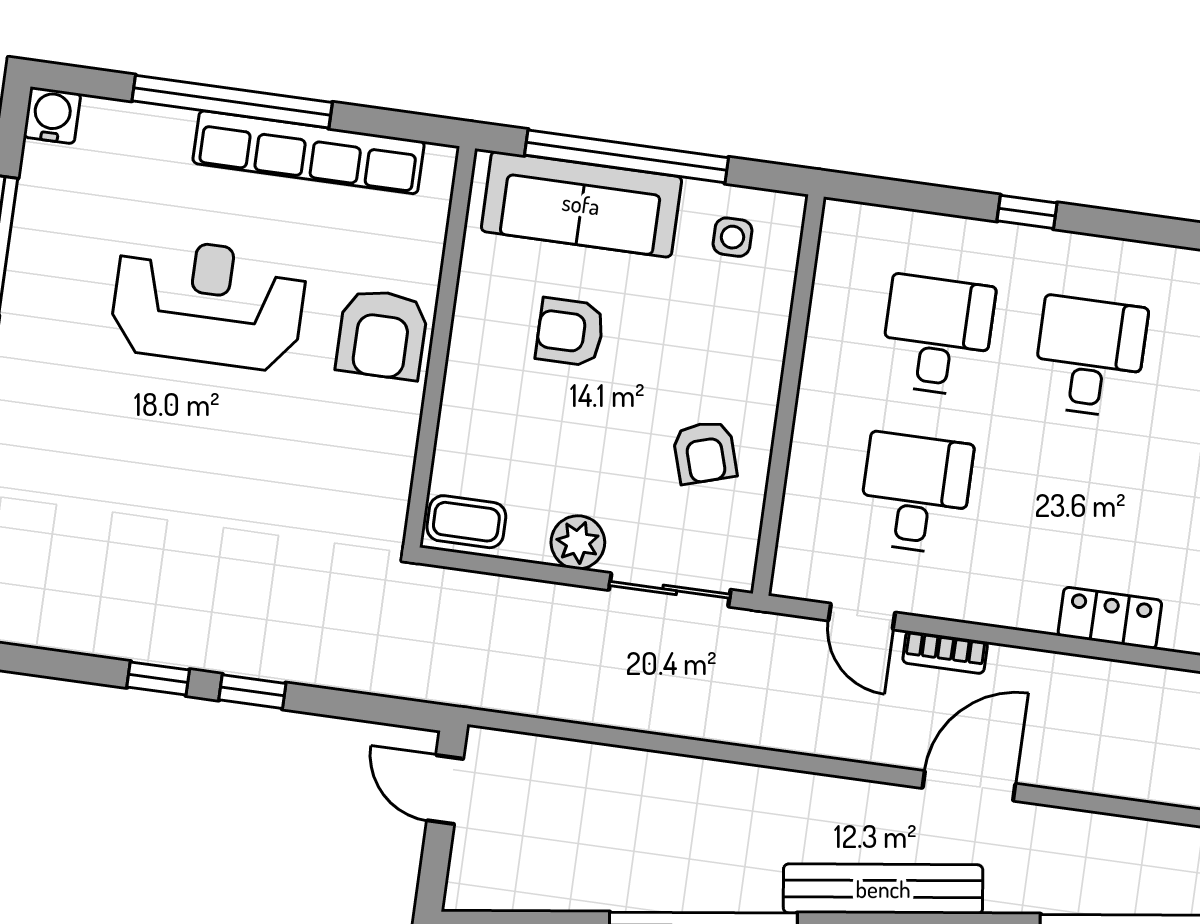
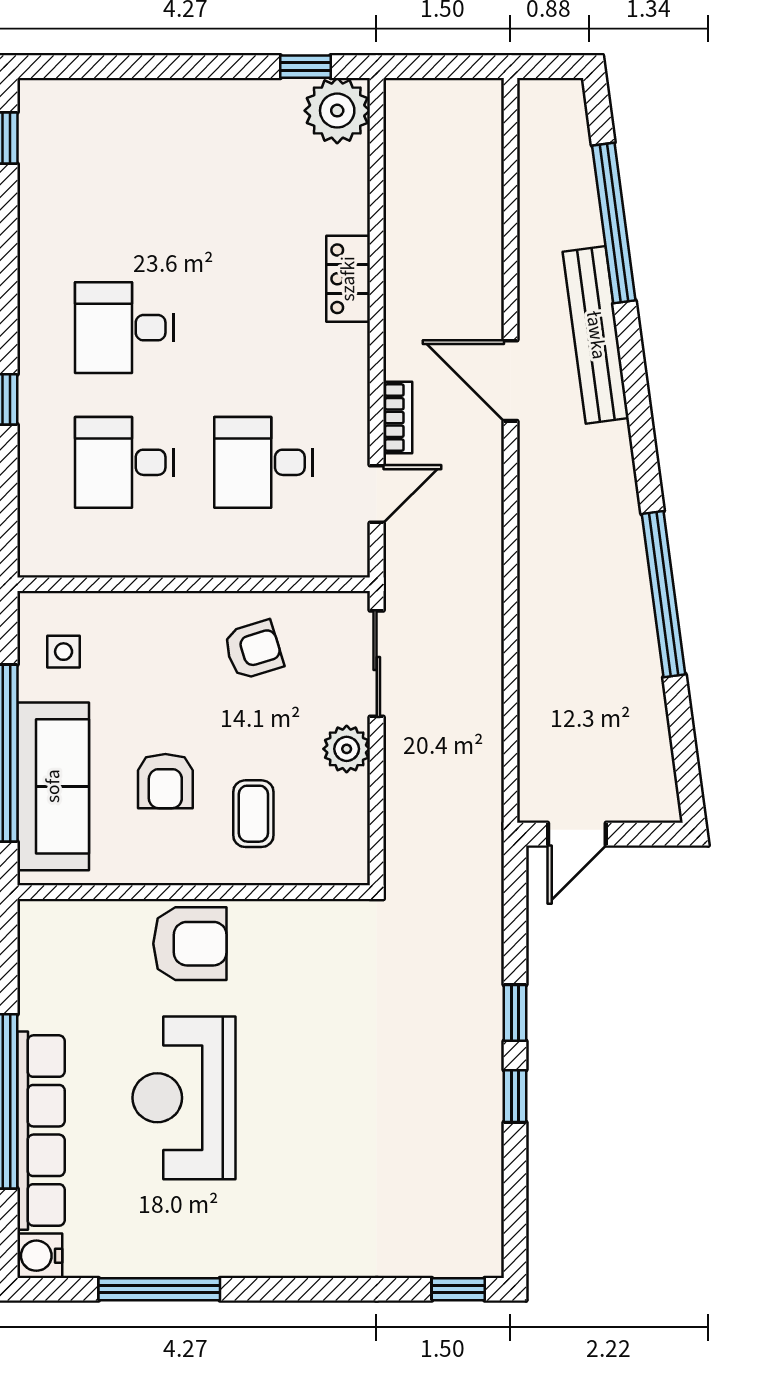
row of seats: (308, 152) -> (41, 1131), moved
coffee table: (466, 522) -> (253, 814), moved
bench: (883, 889) -> (596, 335), moved

